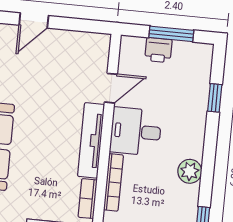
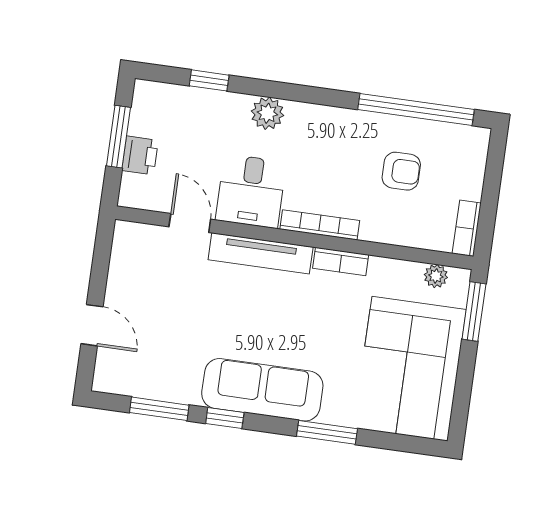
plant: (190, 171) -> (267, 113), moved

